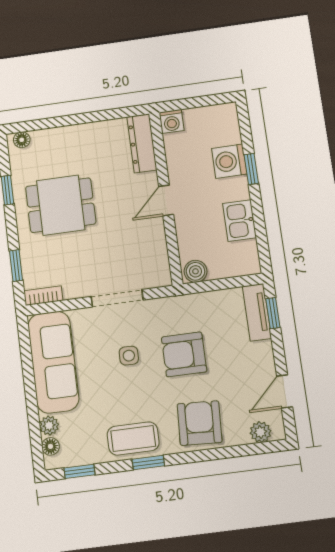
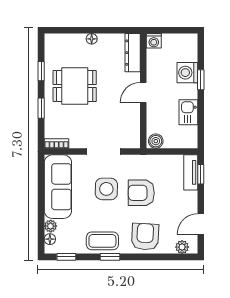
floor lamp: (22, 140) -> (92, 39), moved
window: (16, 266) -> (41, 108), moved
side table: (129, 356) -> (106, 189), width x1.87, depth x1.87

